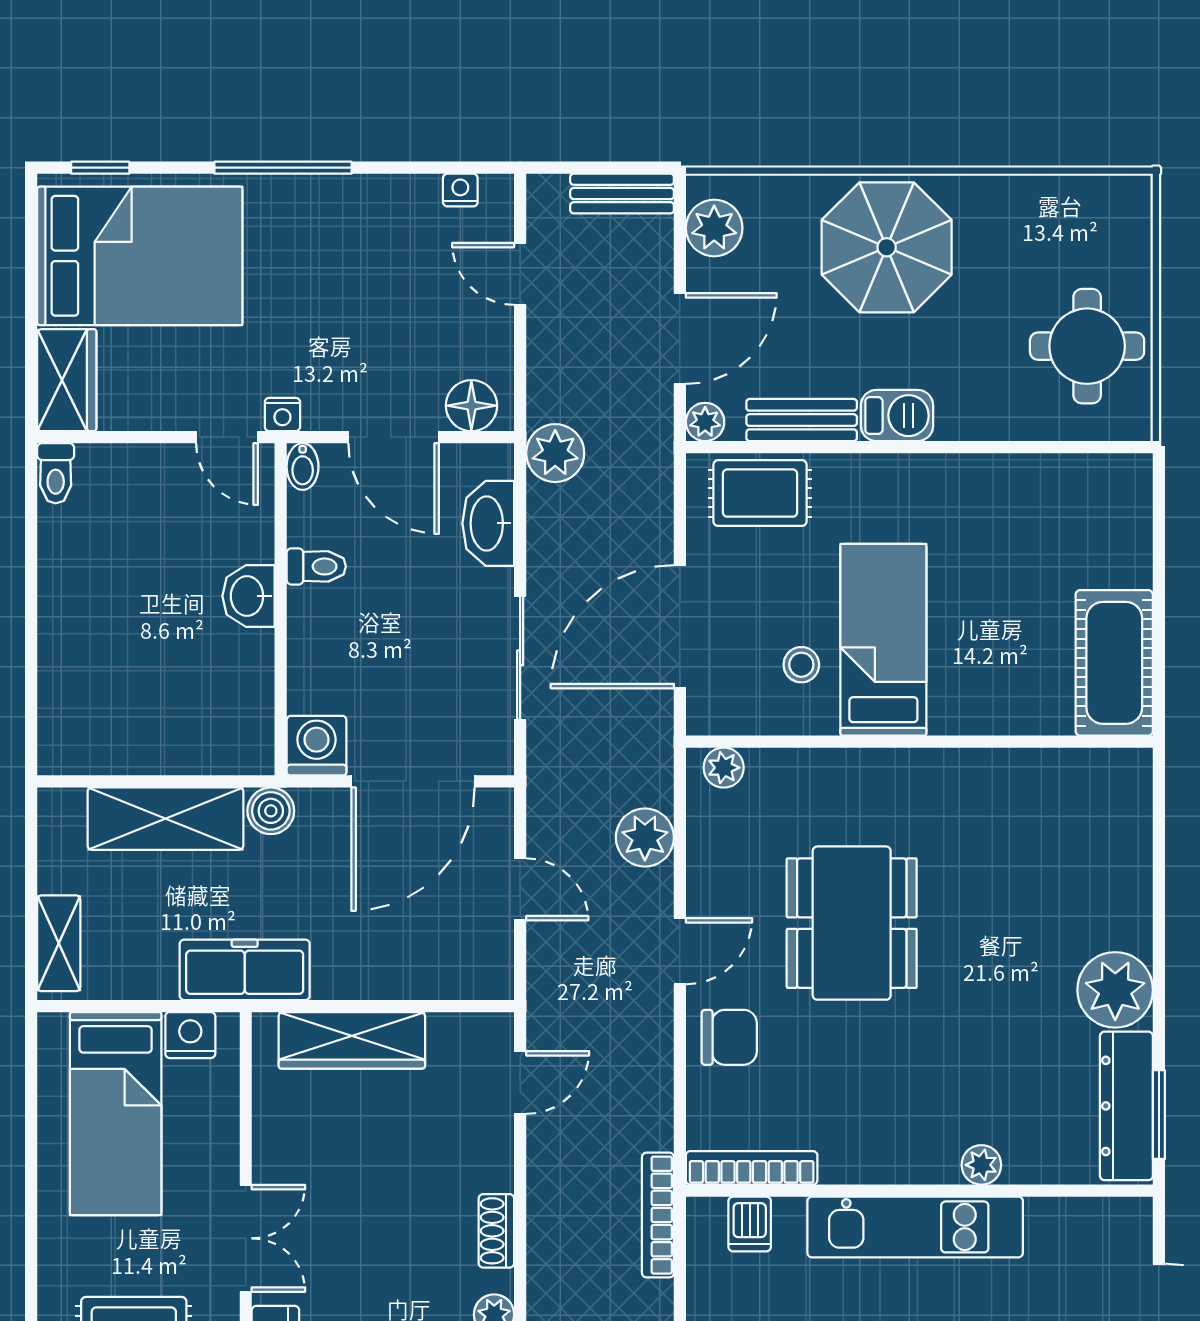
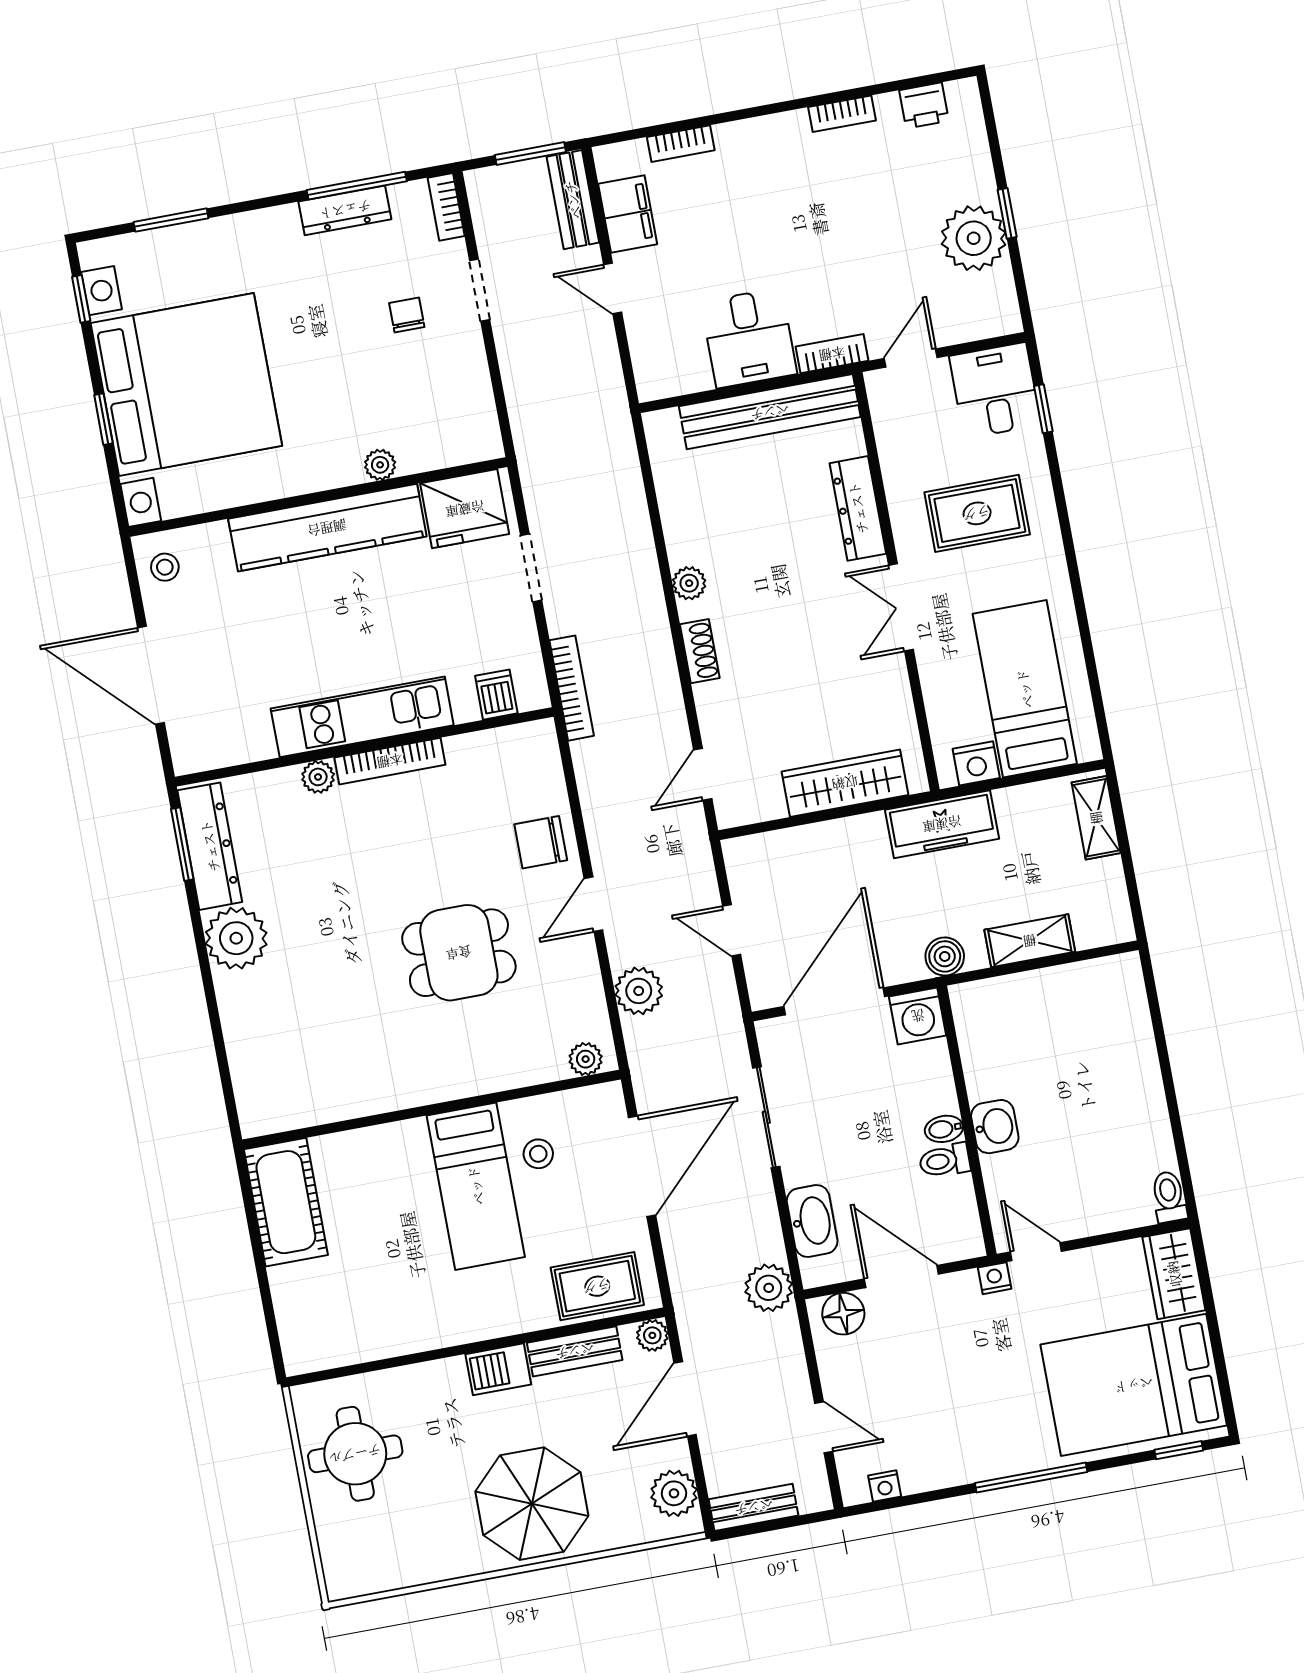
bidet: (303, 467) -> (944, 1129), moved, turned -90
shelving: (166, 819) -> (1030, 941), width x0.67, depth x0.75
dining table: (852, 923) -> (459, 953), width x0.73
bookcase: (752, 1168) -> (390, 761), moved

